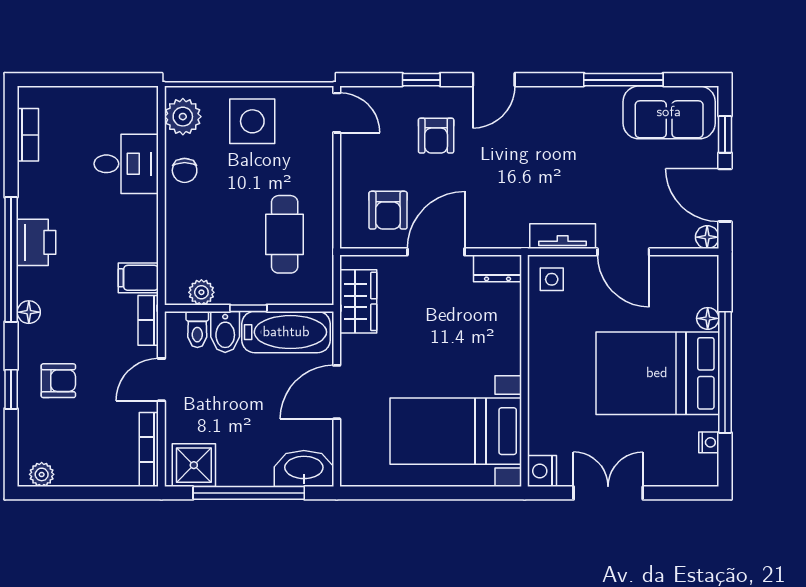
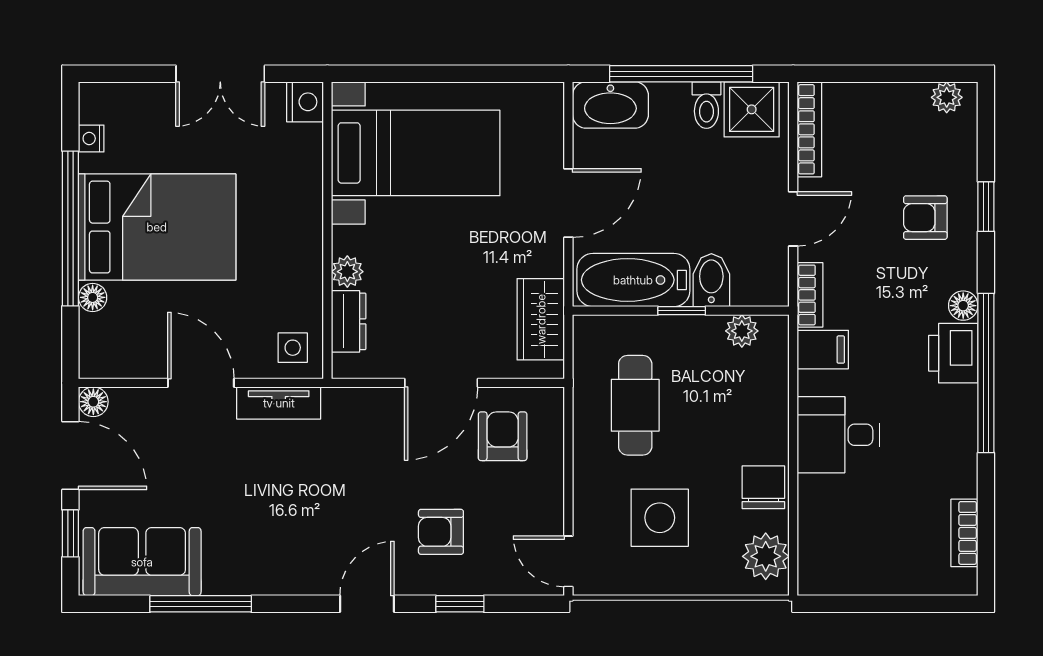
side table: (252, 121) -> (660, 518), moved
armchair: (436, 136) -> (441, 532), turned -90
desk: (126, 164) -> (838, 435), moved
chair: (185, 170) -> (763, 487), width x1.37, depth x1.37
printer: (37, 242) -> (953, 353), moved
dresser: (498, 268) -> (349, 321), moved, turned 90
toilet: (197, 329) -> (706, 105), moved, turned 180
plant: (509, 339) -> (347, 272), added

